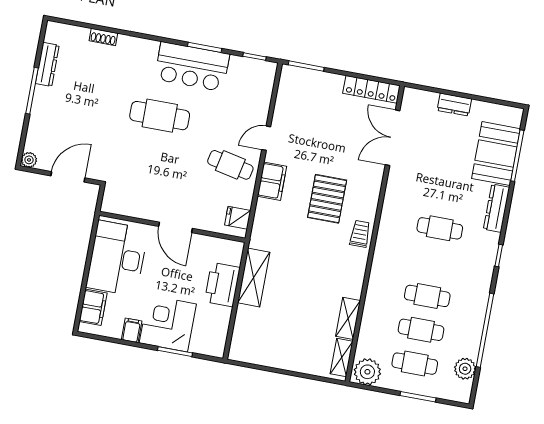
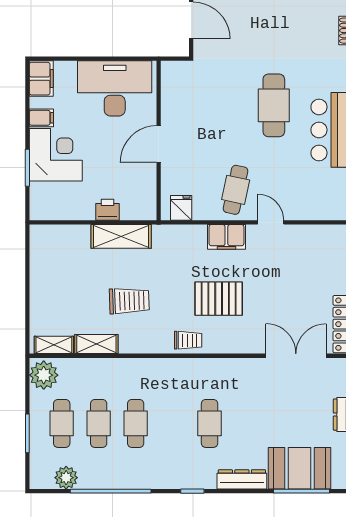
trolley: (314, 281) -> (129, 301), added
printer: (222, 285) -> (107, 210), width x0.53, depth x0.68
filing cabinet: (93, 307) -> (41, 79), moved, turned -90

